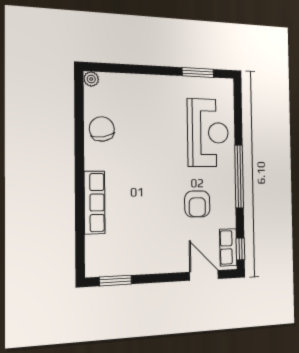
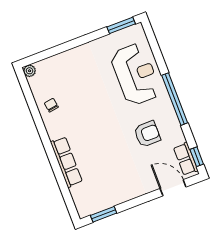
window: (198, 72) -> (121, 25), moved
chair: (102, 129) -> (51, 105), width x0.54, depth x0.54
armchair: (197, 204) -> (147, 134), turned -90

